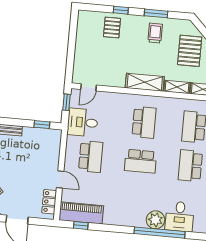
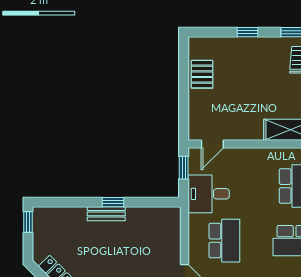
pallet: (112, 28) -> (202, 74), moved
window: (42, 125) -> (113, 202), moved

